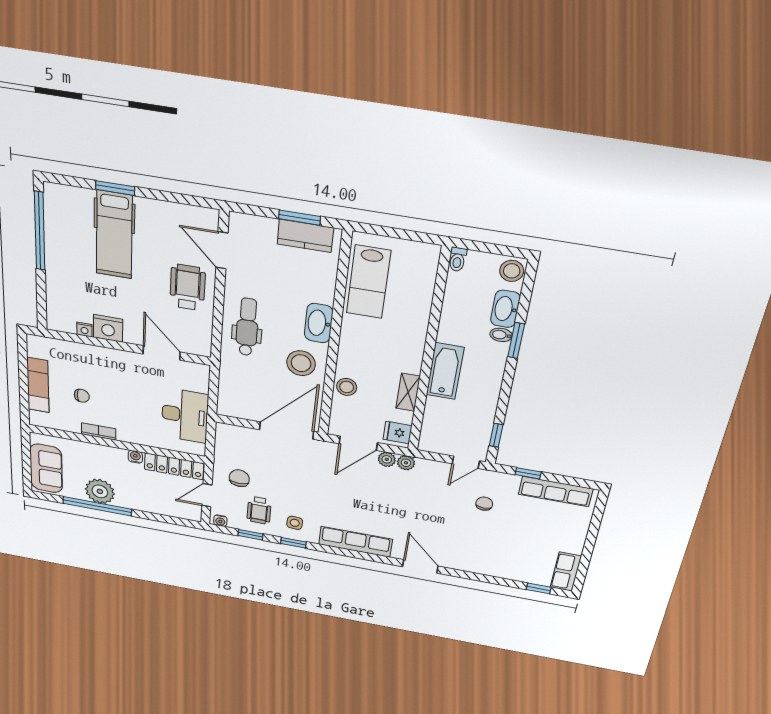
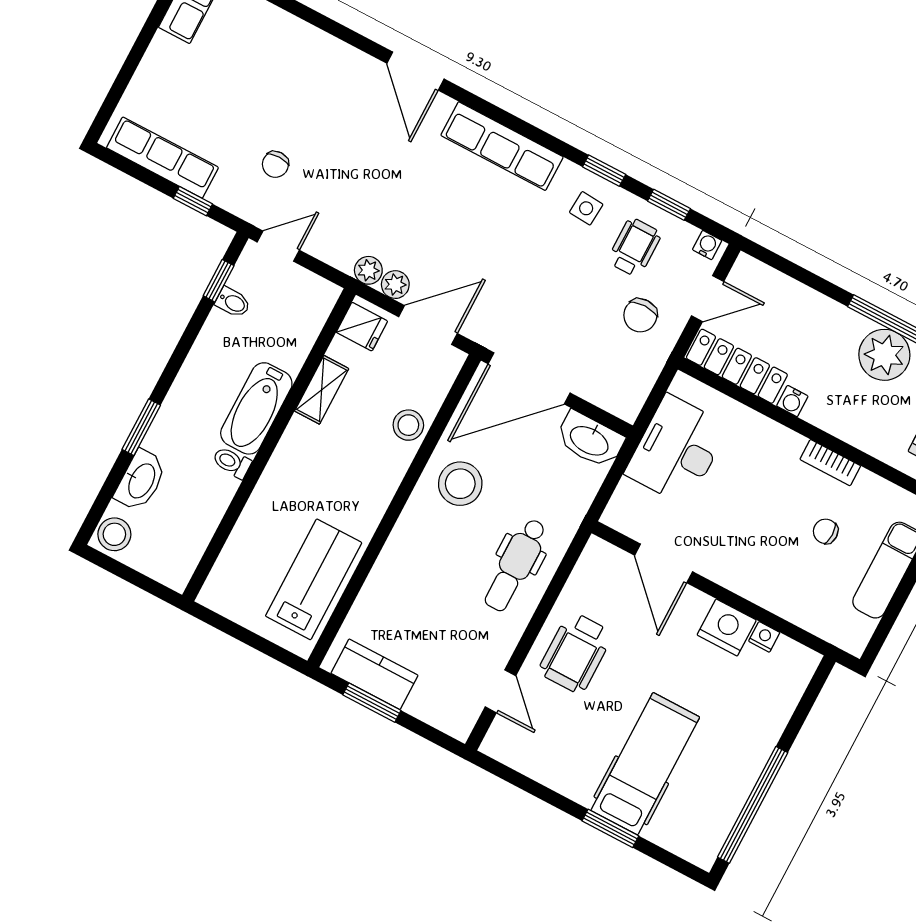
door: (222, 250) -> (501, 691), width x0.73
toilet: (457, 259) -> (232, 462), moved, turned -90
washbasin: (319, 323) -> (590, 440), moved, turned 90
bidet: (501, 335) -> (233, 302), moved

